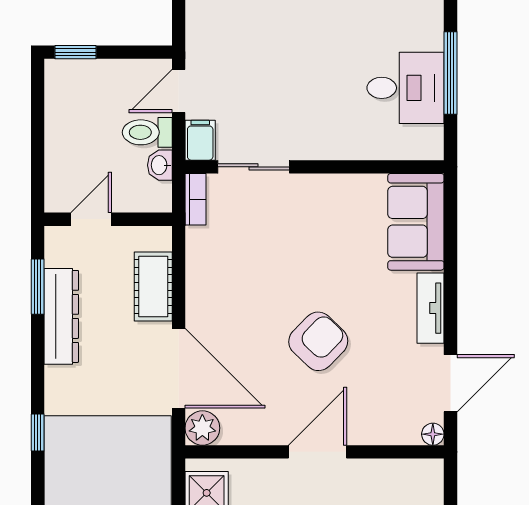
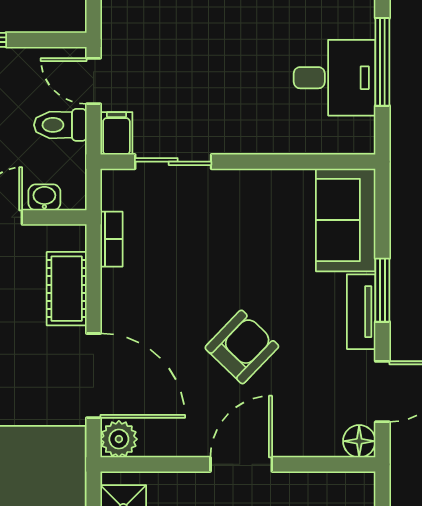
door: (179, 91) -> (94, 81), hinge flipped
washbasin: (160, 165) -> (44, 197), moved, turned 90
bookcase: (195, 199) -> (111, 239), moved
window: (450, 288) -> (382, 290), added
floor lamp: (433, 434) -> (359, 441), width x1.37, depth x1.37

